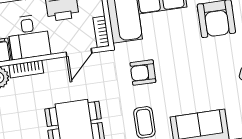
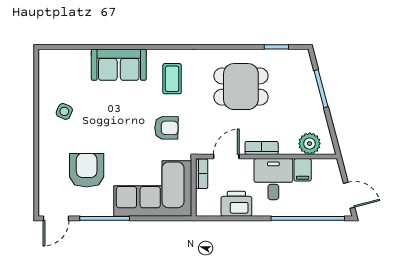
bookcase: (26, 69) -> (262, 148), moved

